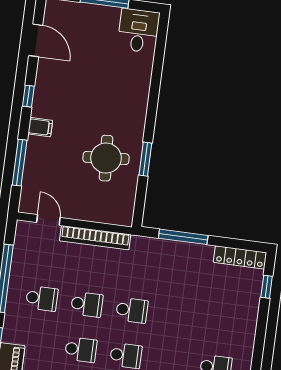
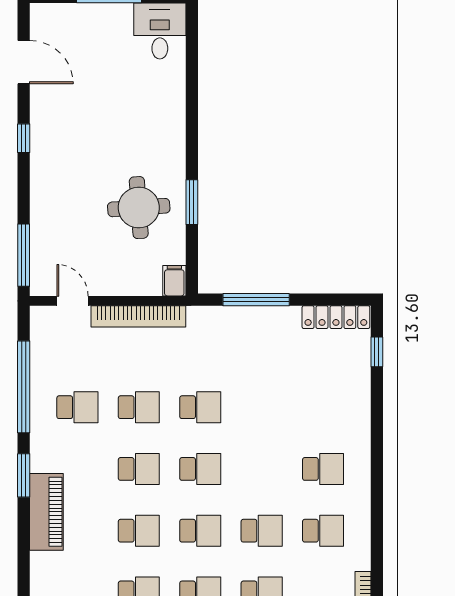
filing cabinet: (40, 127) -> (174, 281), moved, turned -90
window: (20, 163) -> (24, 255), moved

